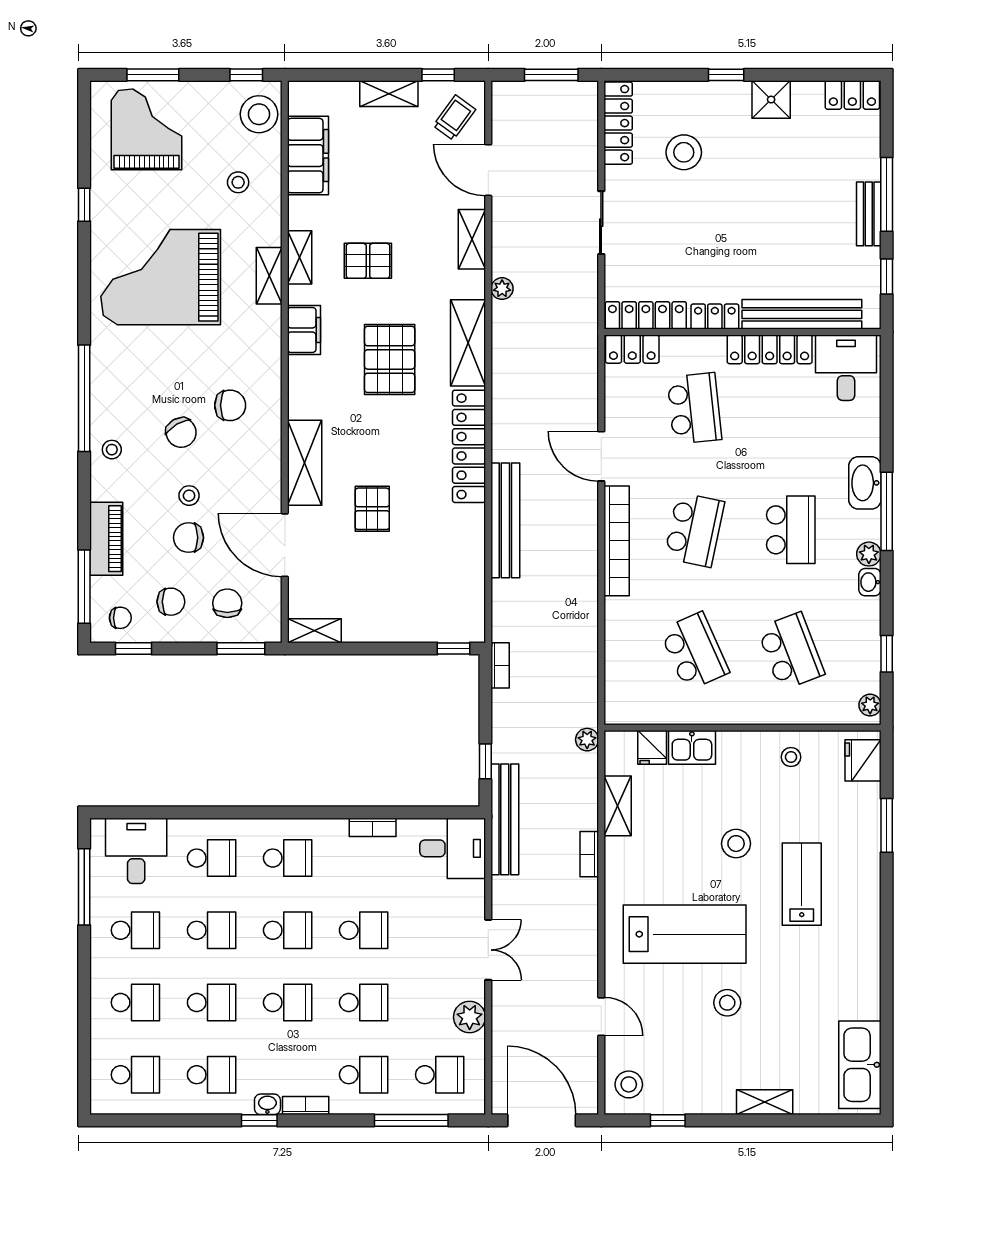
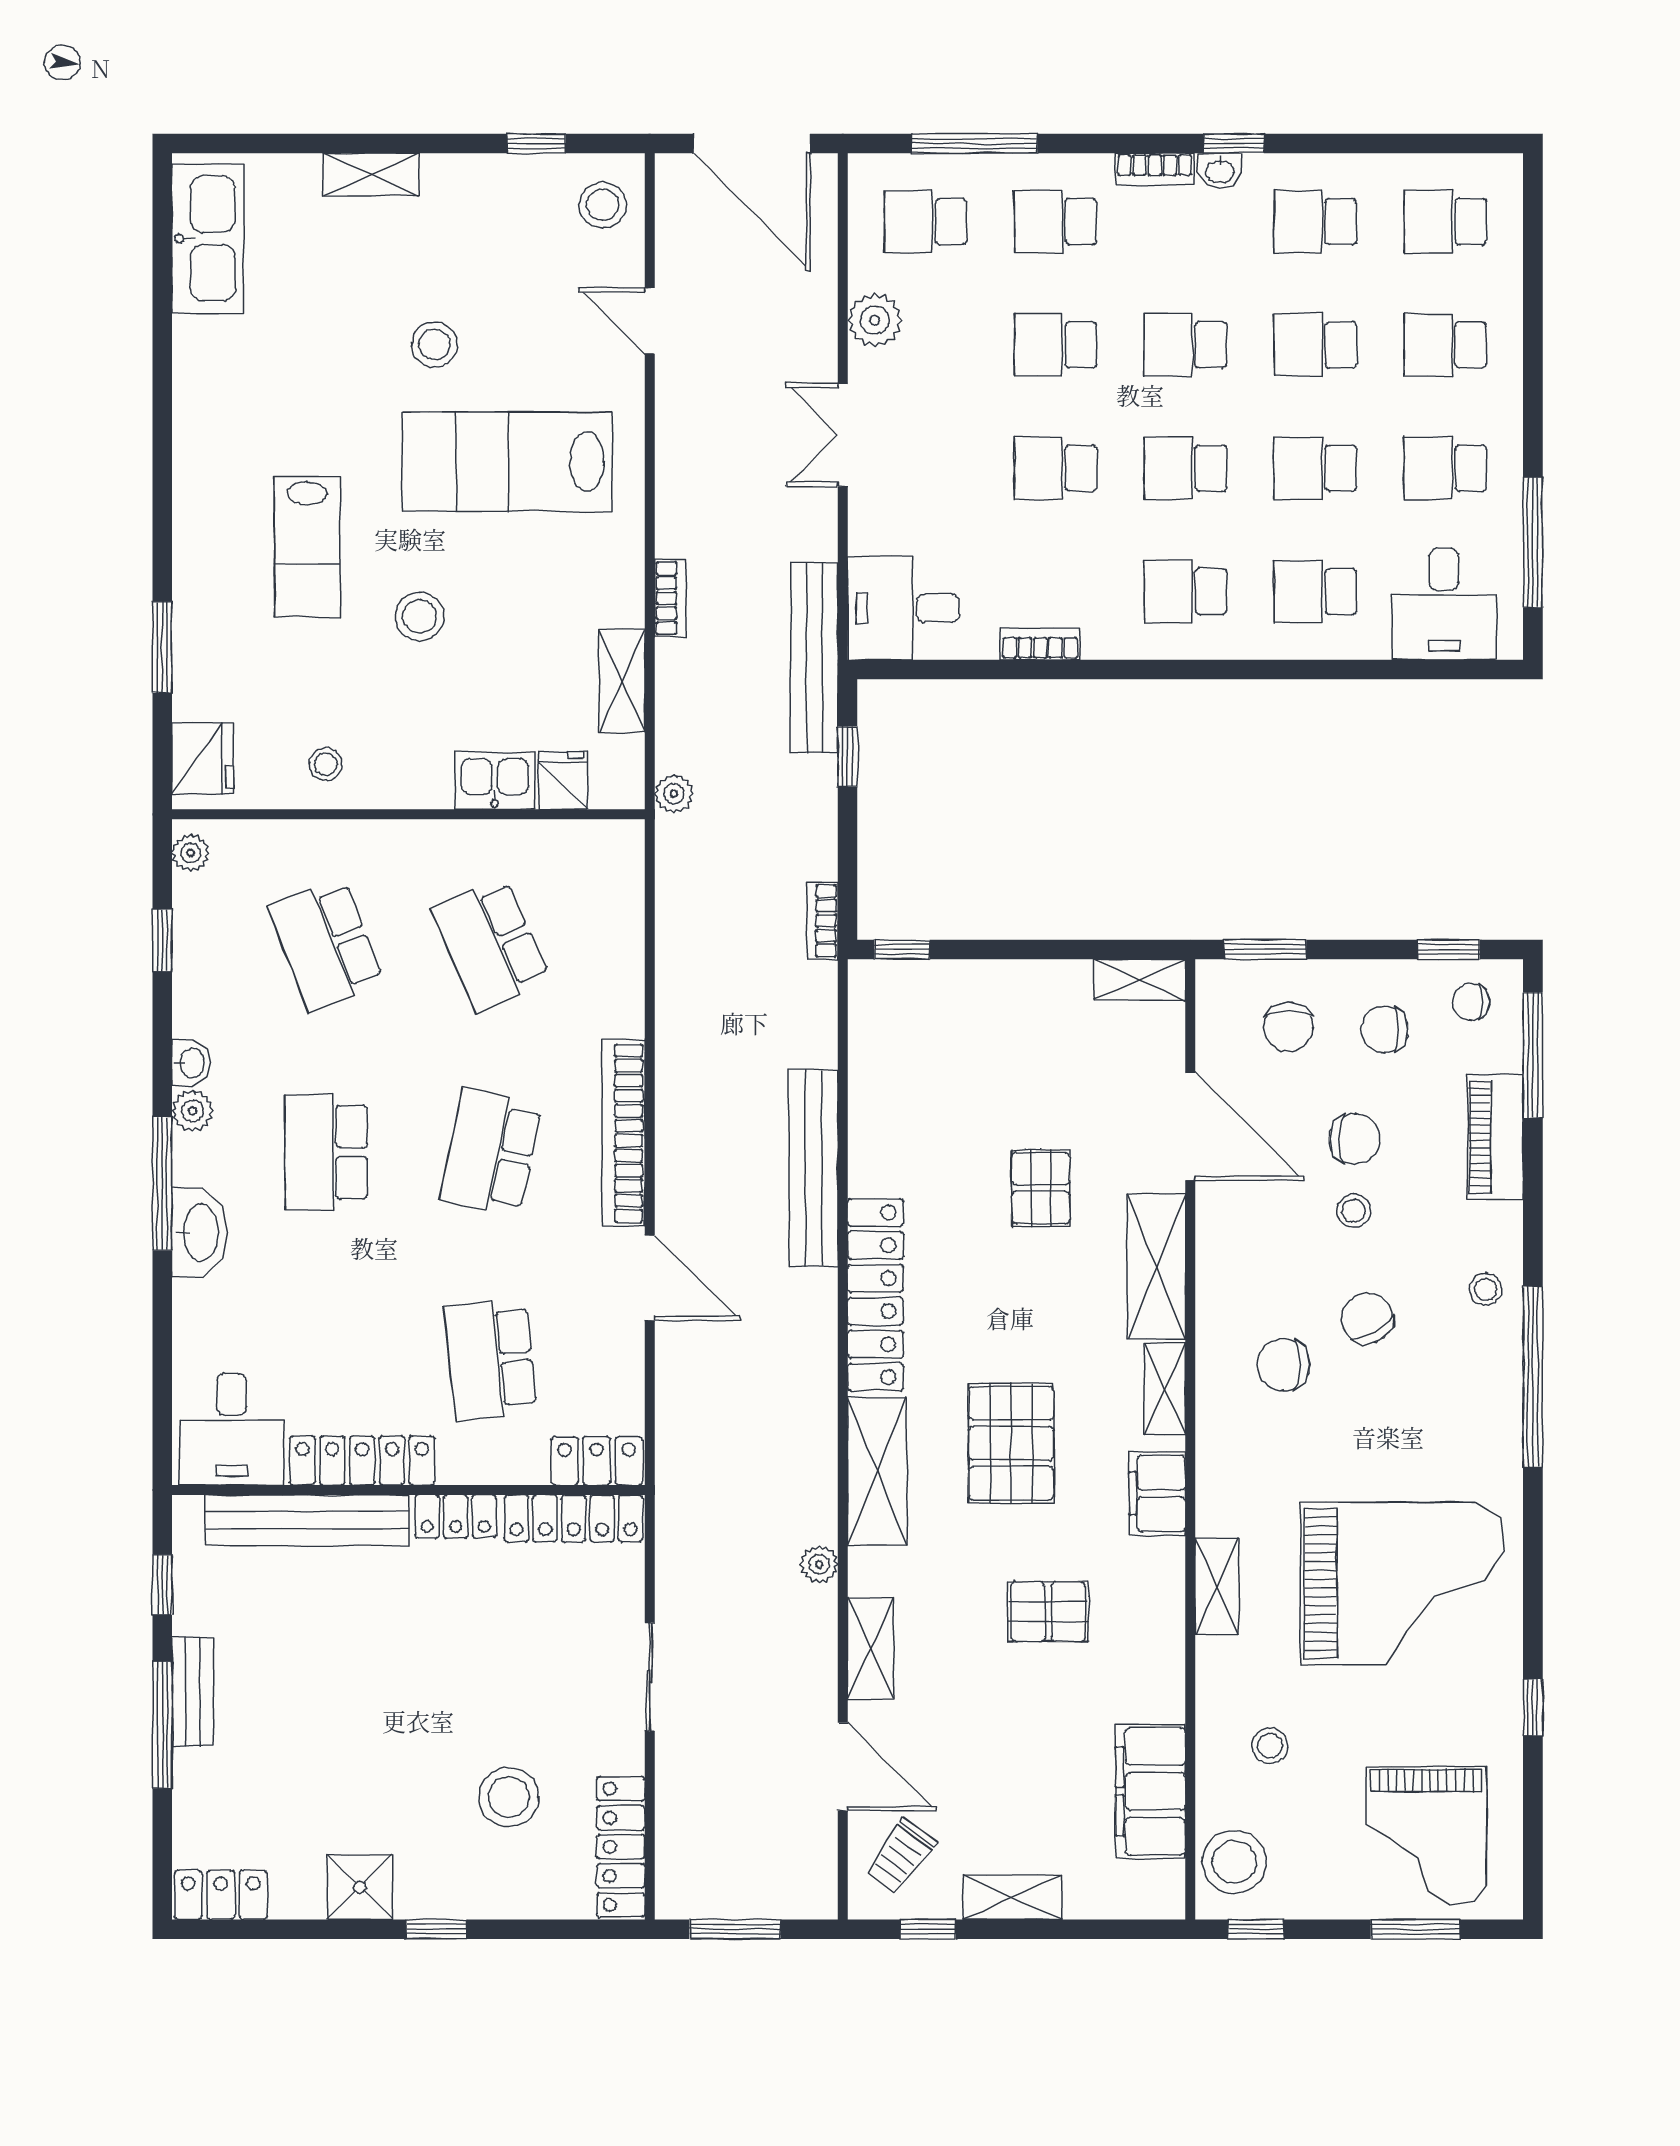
shelving: (300, 257) -> (1165, 1389), moved

